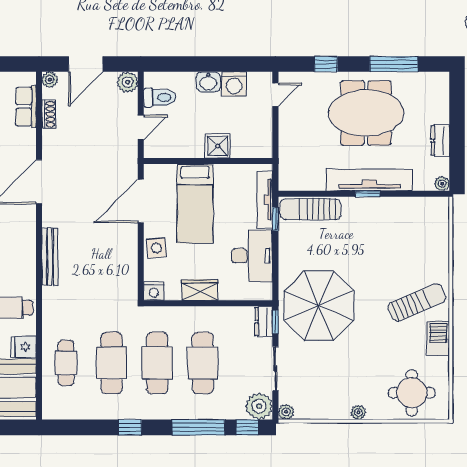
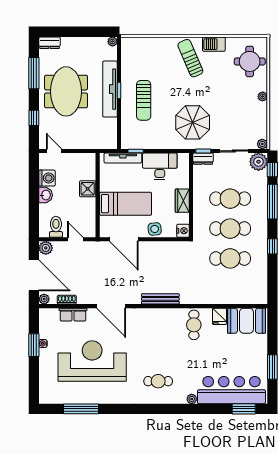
door: (86, 64) -> (34, 275), width x1.36
row of seats: (26, 106) -> (73, 315), moved
dresser: (440, 140) -> (49, 43), moved
sun lounger: (310, 209) -> (144, 100), moved
parasol: (319, 306) -> (193, 122), width x0.73, depth x0.73
cafe table: (66, 363) -> (230, 288), removed

